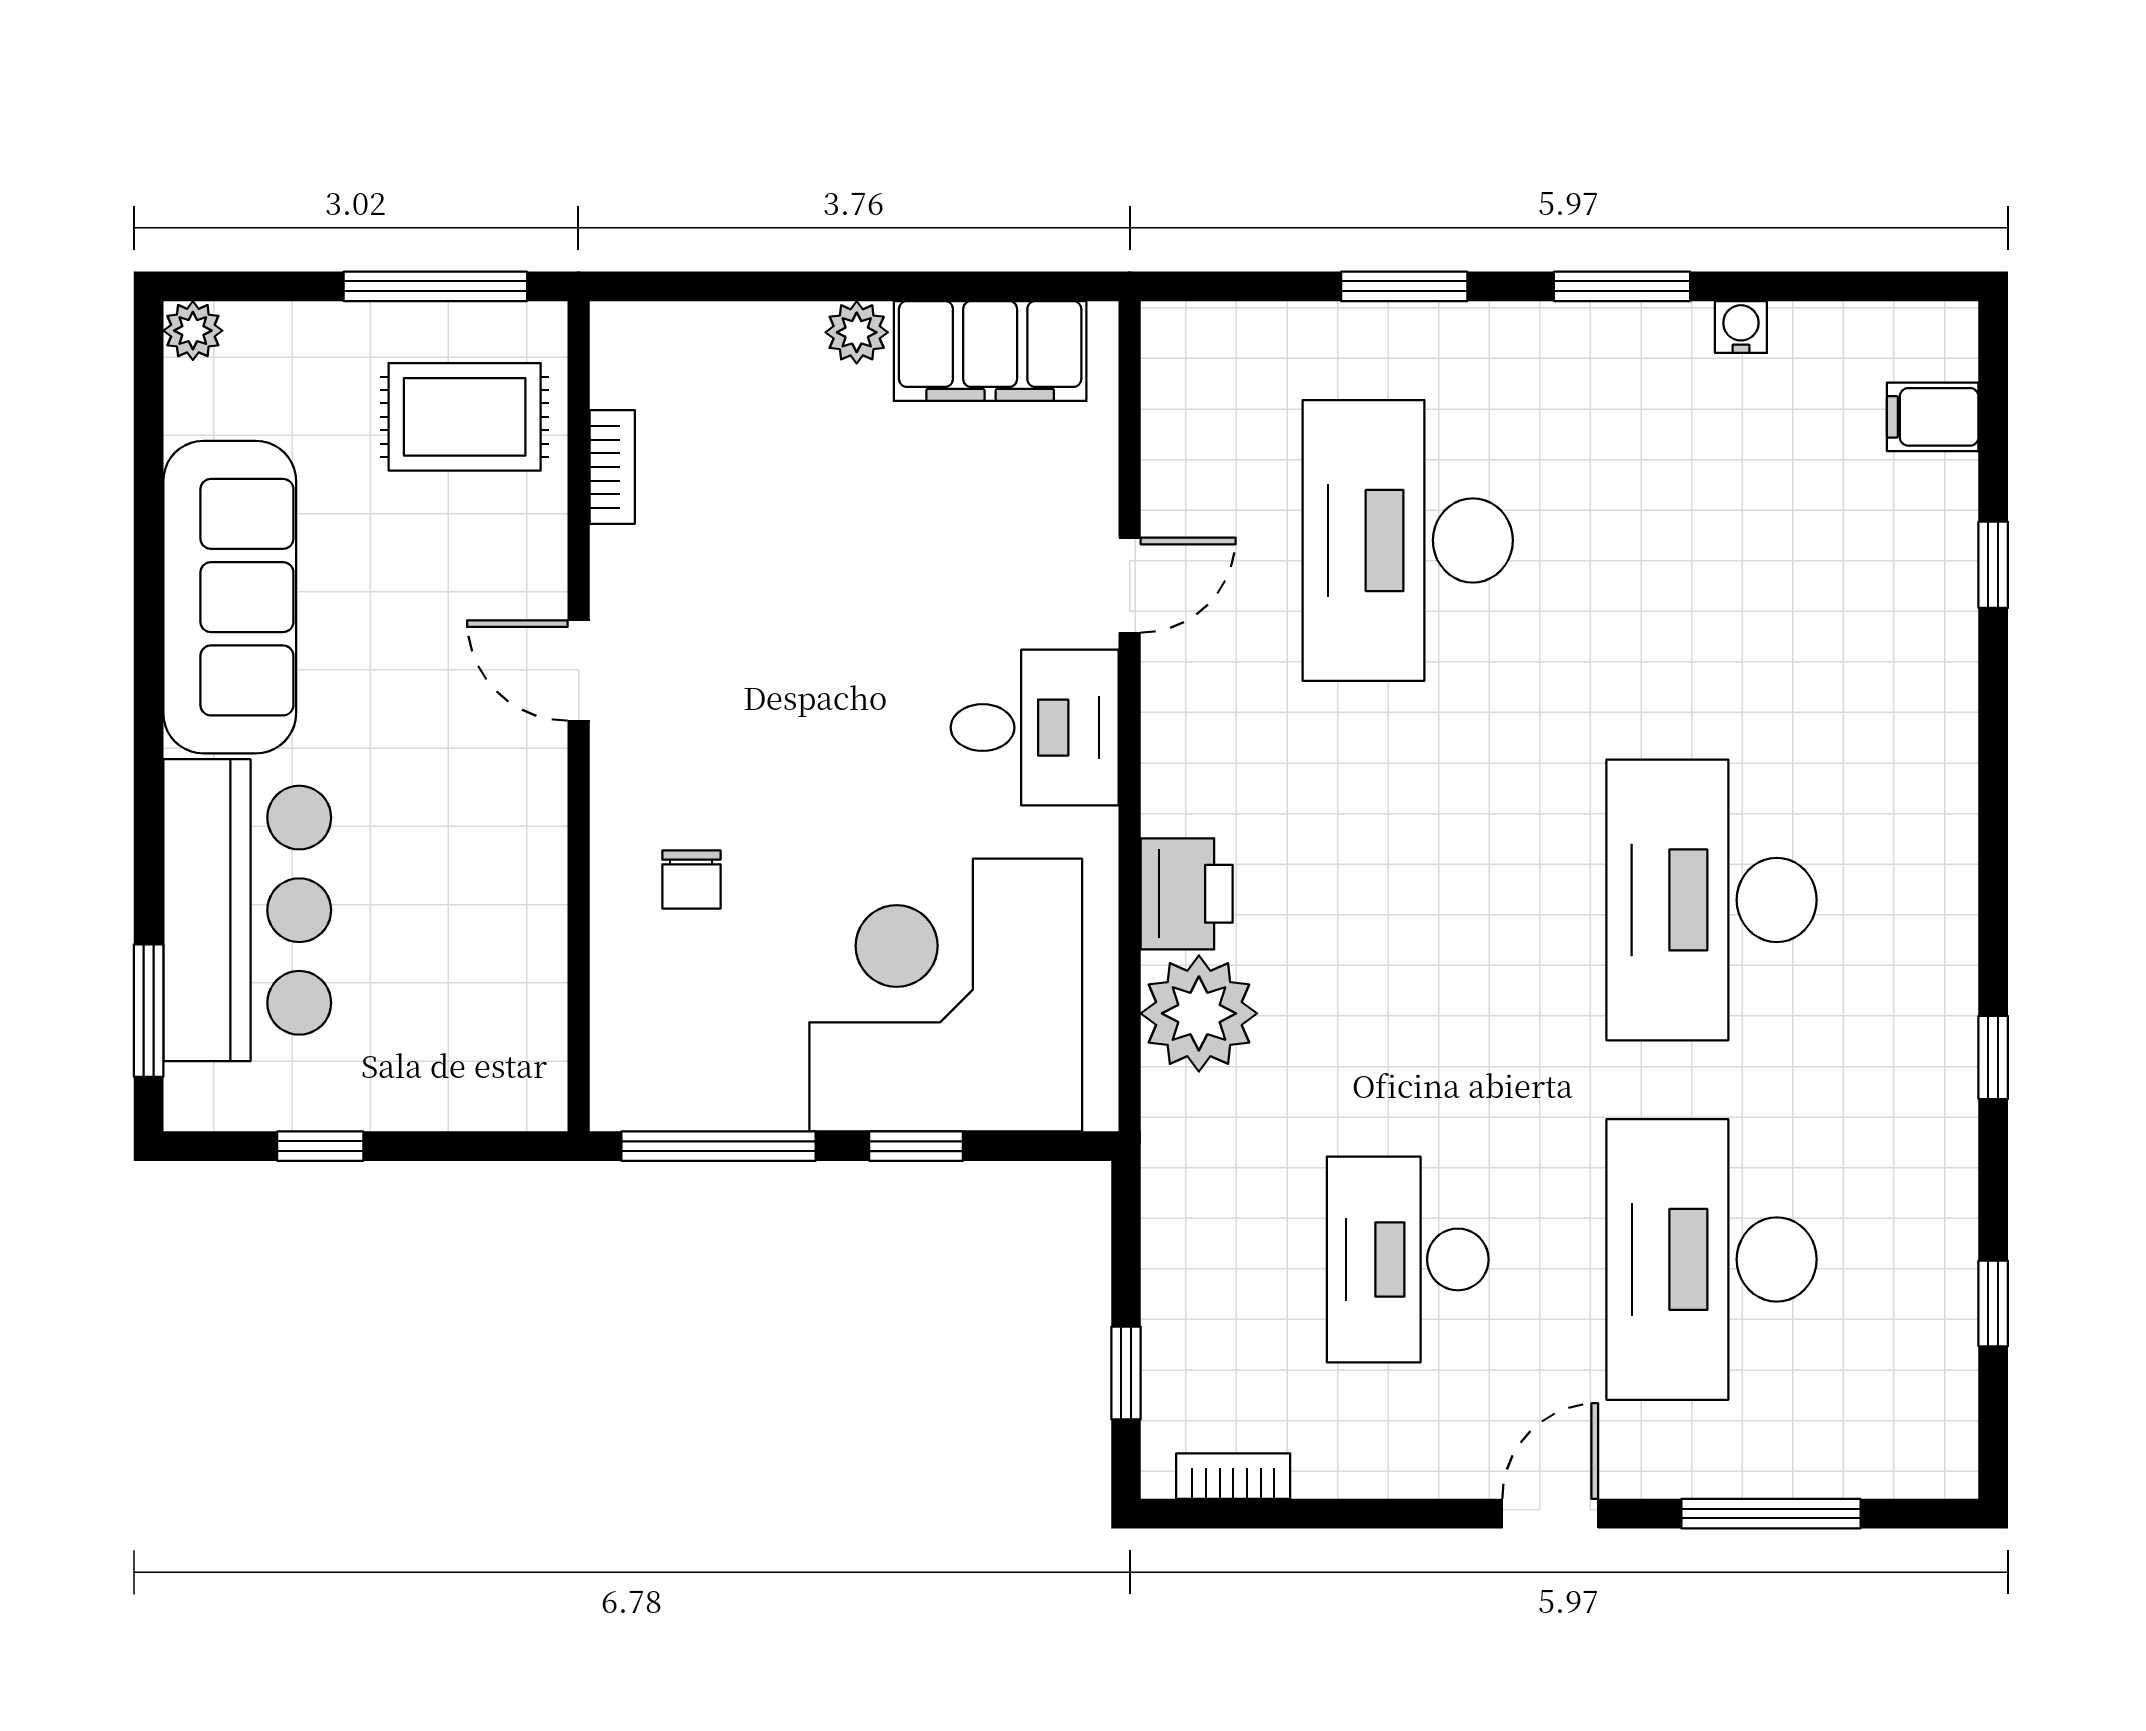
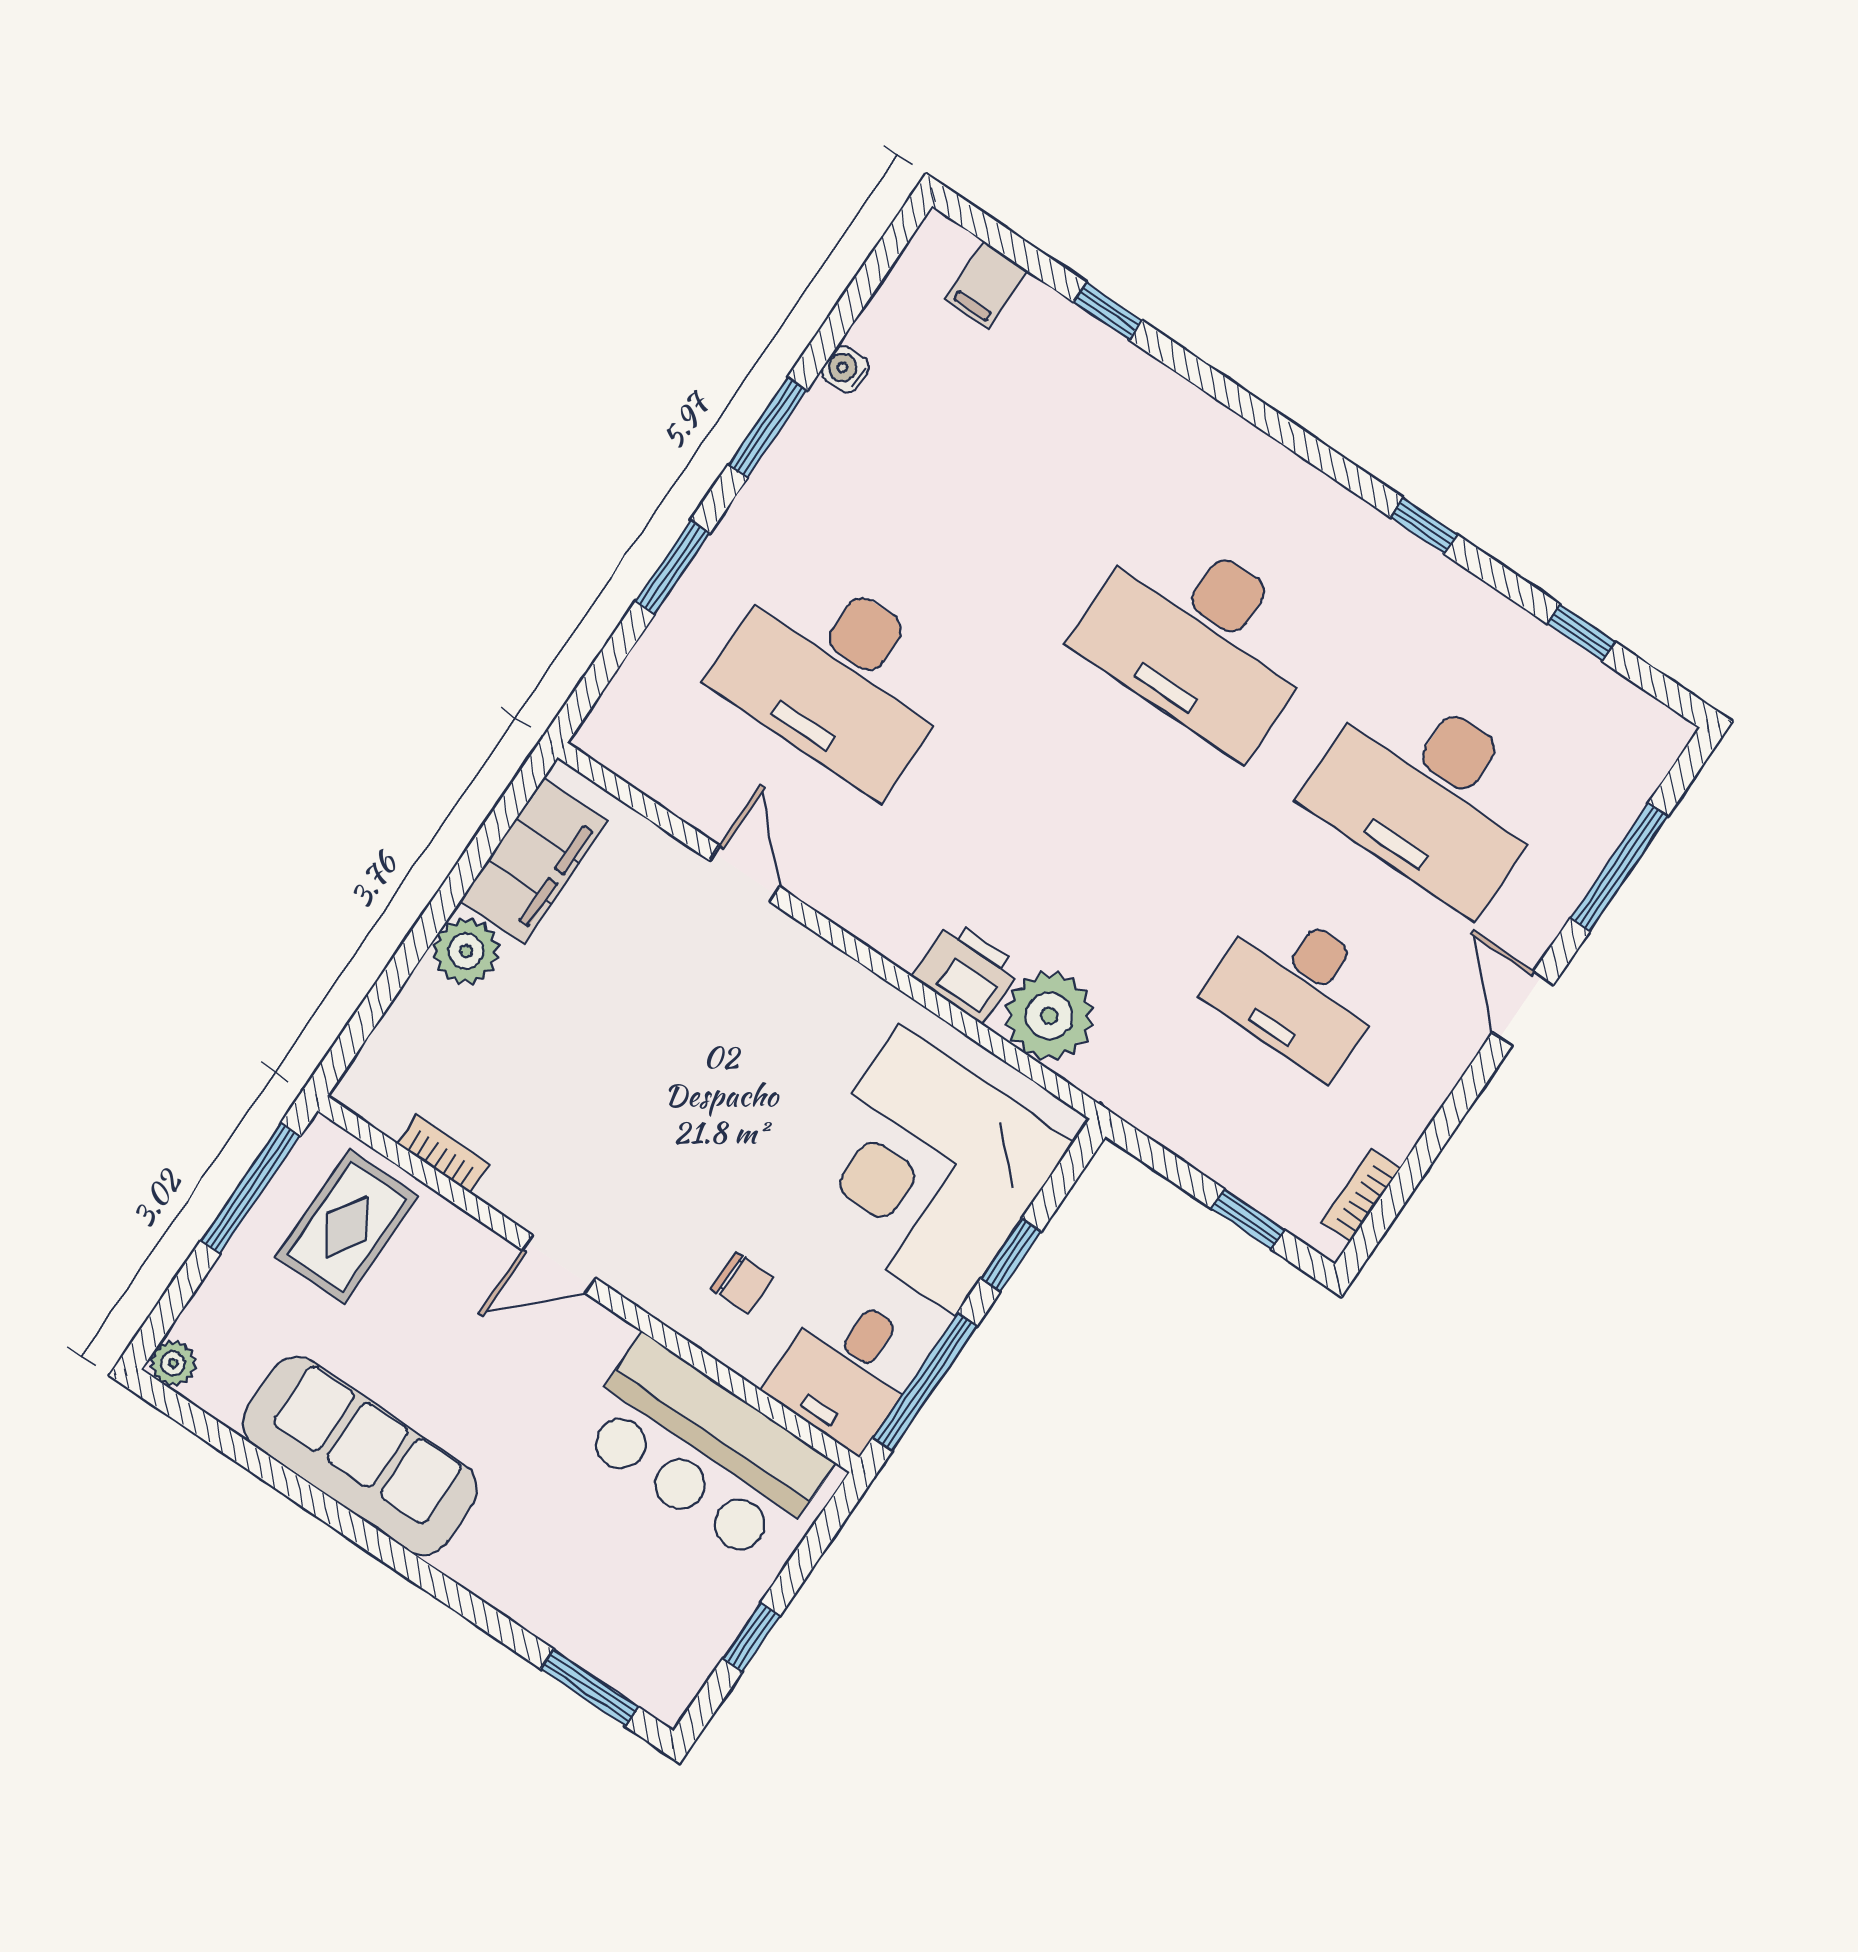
plant: (857, 332) -> (466, 951), width x1.38, depth x1.38
desk: (1035, 728) -> (846, 1370), moved, turned 180
bar counter: (247, 910) -> (703, 1451), moved, turned 180

